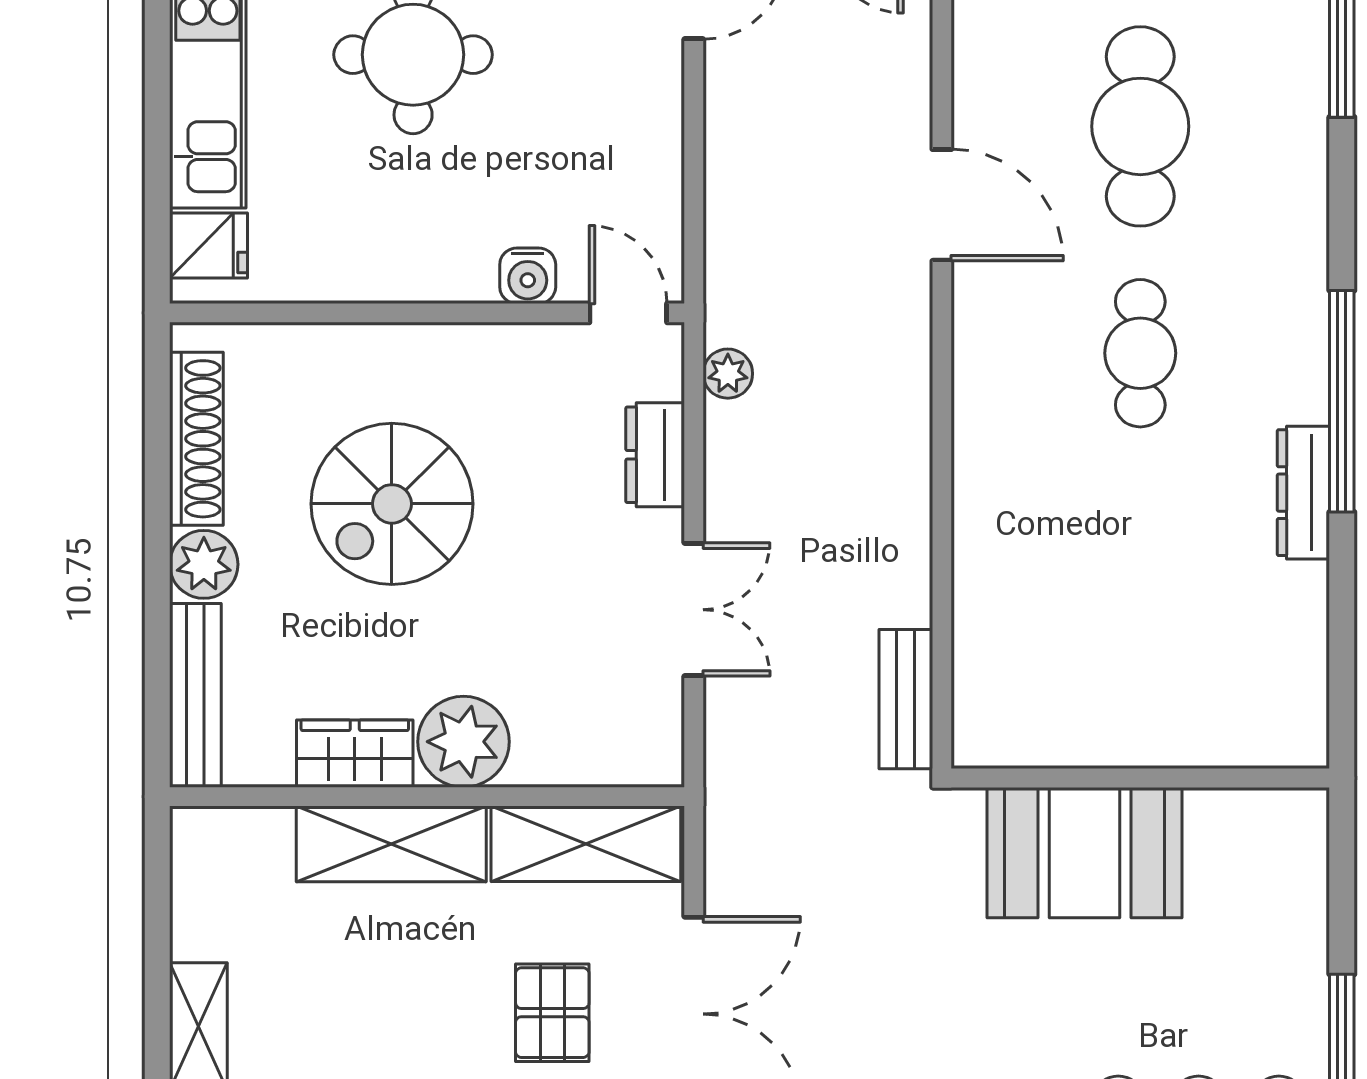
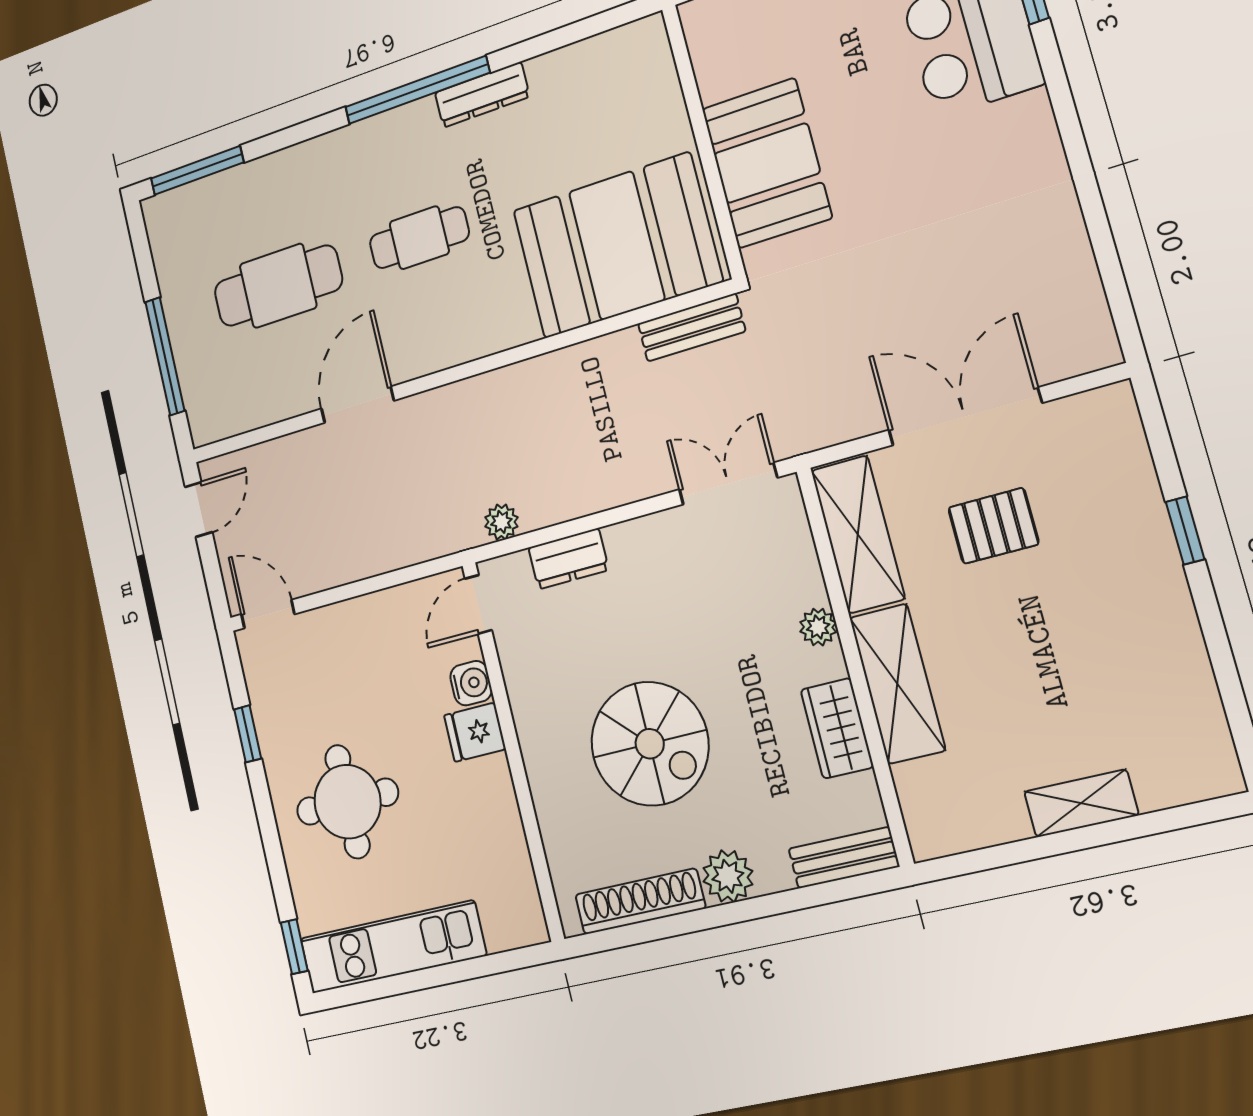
fridge: (209, 246) -> (475, 732), moved, turned -90
double door: (694, 610) -> (728, 484), moved
booth: (1042, 627) -> (617, 246), added
bench: (195, 695) -> (844, 858), width x0.73
plant: (464, 742) -> (818, 627), width x0.53, depth x0.53

